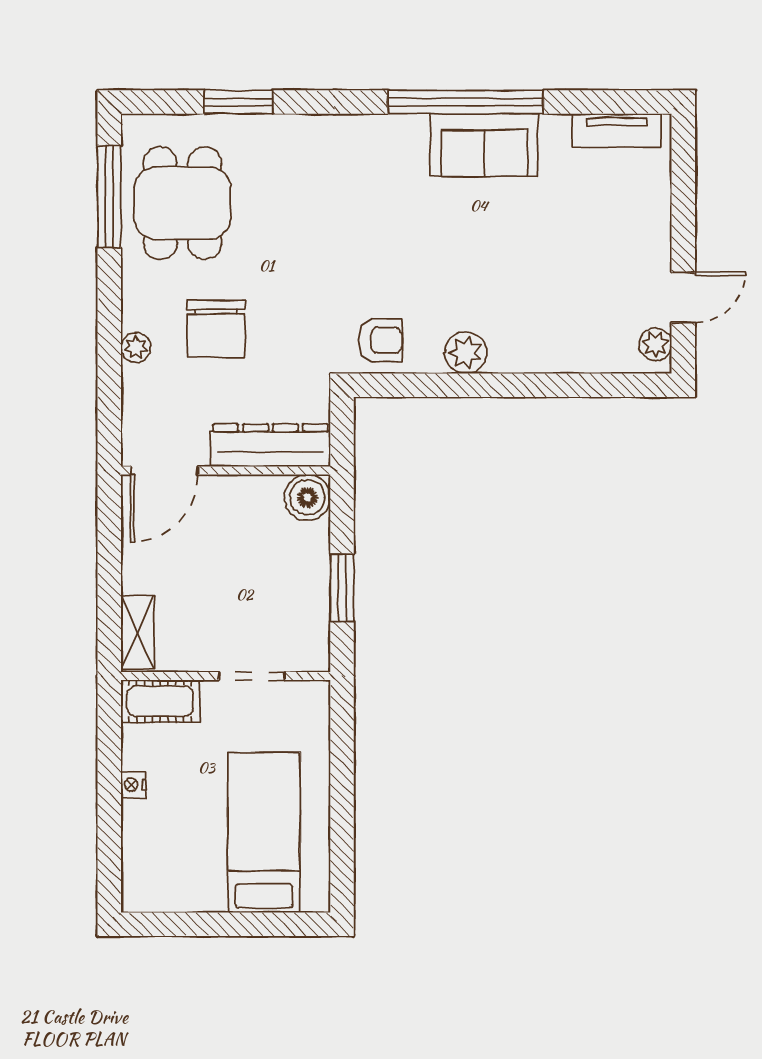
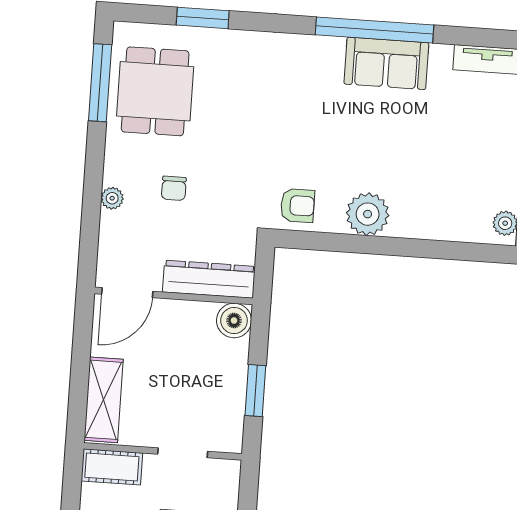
chair: (216, 329) -> (174, 188), width x0.54, depth x0.54
plant: (466, 353) -> (368, 214), width x1.36, depth x1.36
shelving: (138, 632) -> (104, 400), width x1.50, depth x1.33

